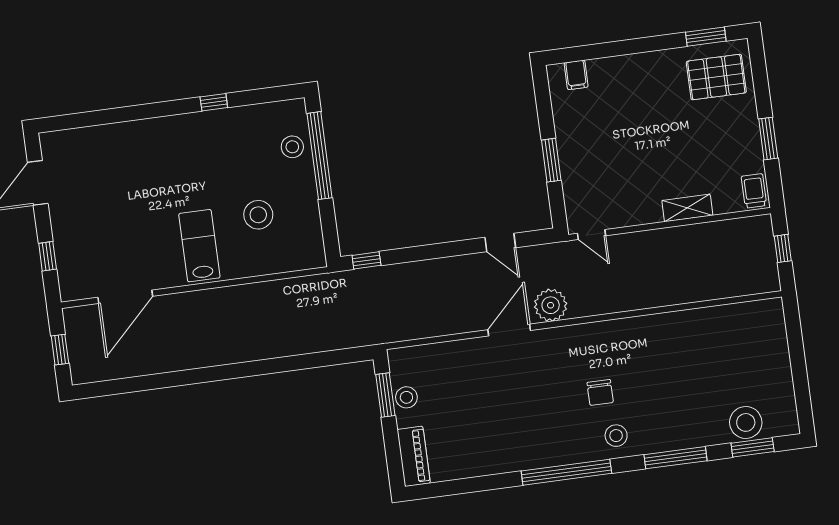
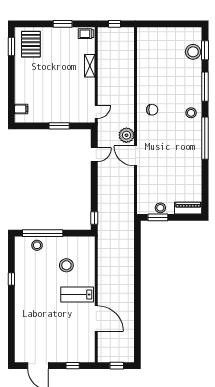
door: (125, 297) -> (96, 319), moved
chair: (600, 392) -> (152, 110), moved

